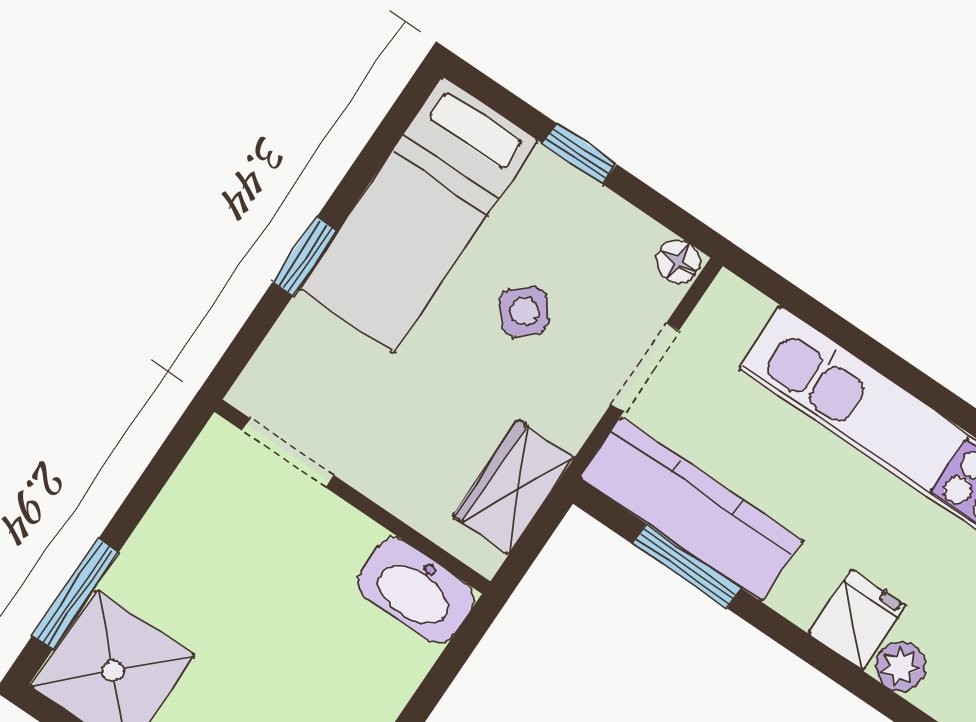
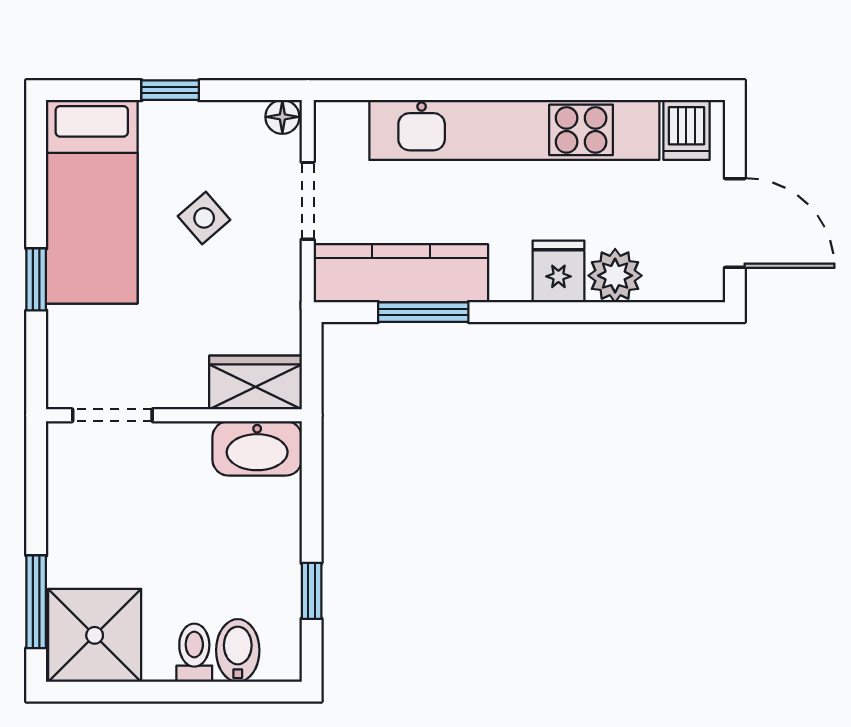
wardrobe: (514, 487) -> (256, 383), moved, turned 90
plant: (901, 667) -> (615, 276), width x1.38, depth x1.38

